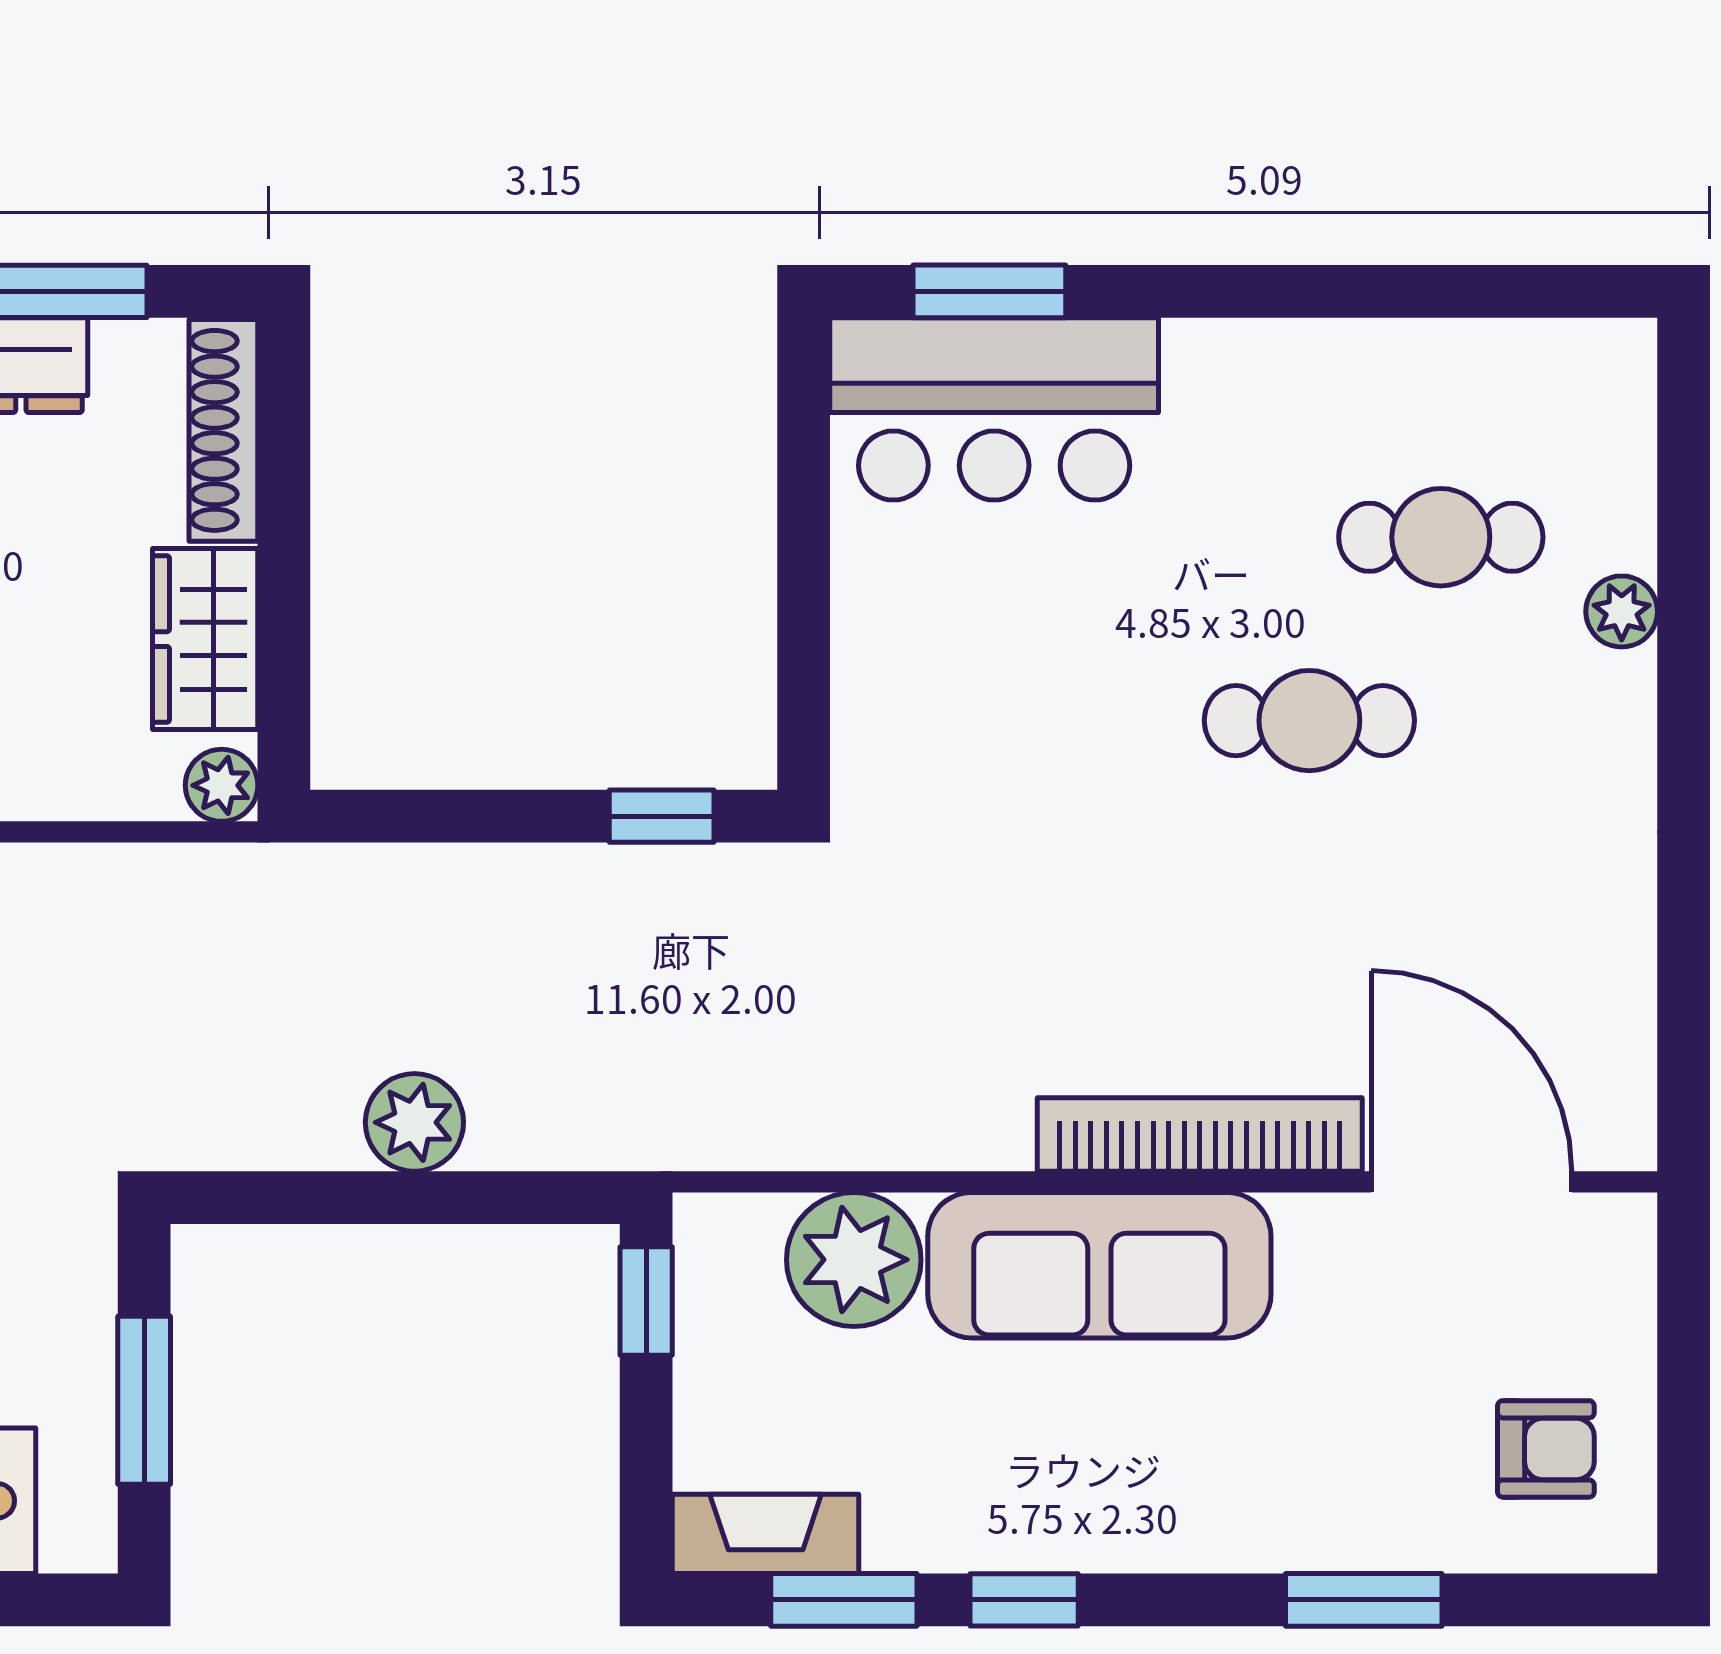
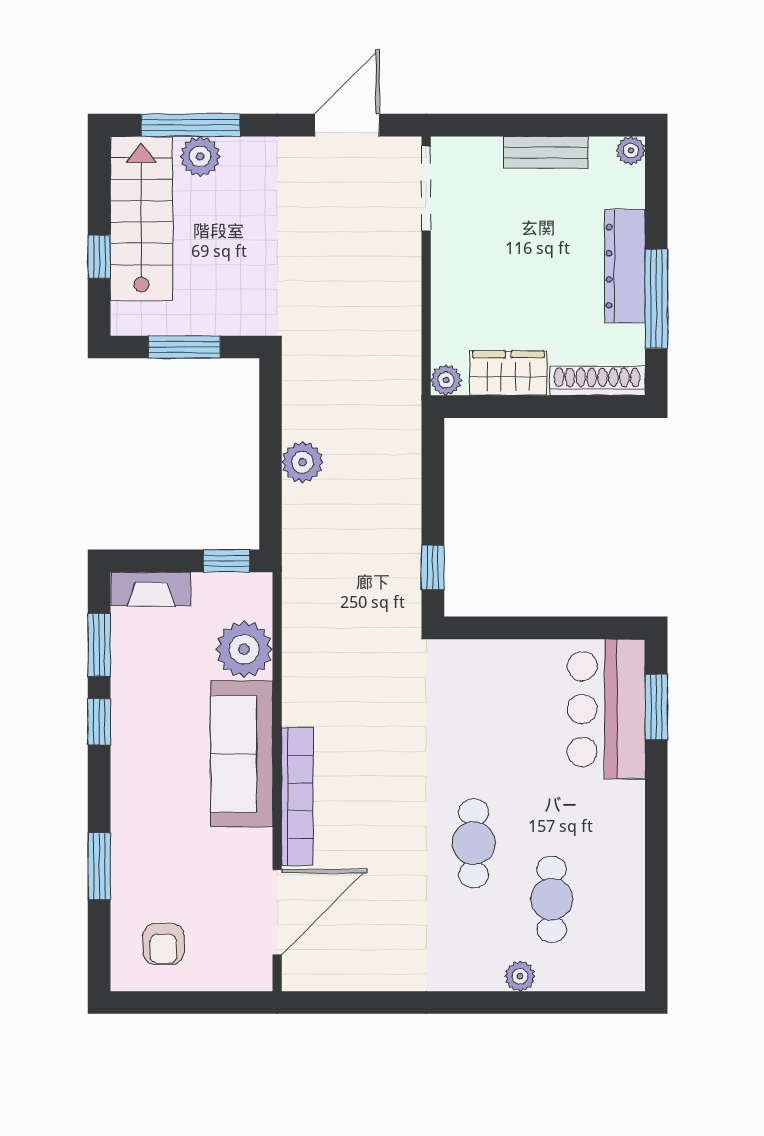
fireplace: (766, 1534) -> (151, 589), moved, turned 90

